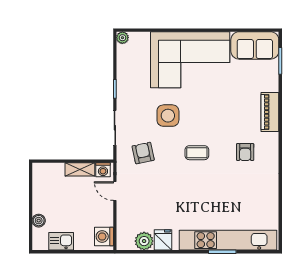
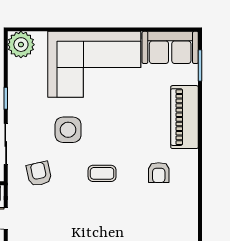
plant: (122, 38) -> (21, 45), width x1.88, depth x1.88
piano: (270, 112) -> (184, 117), width x1.37, depth x1.33

